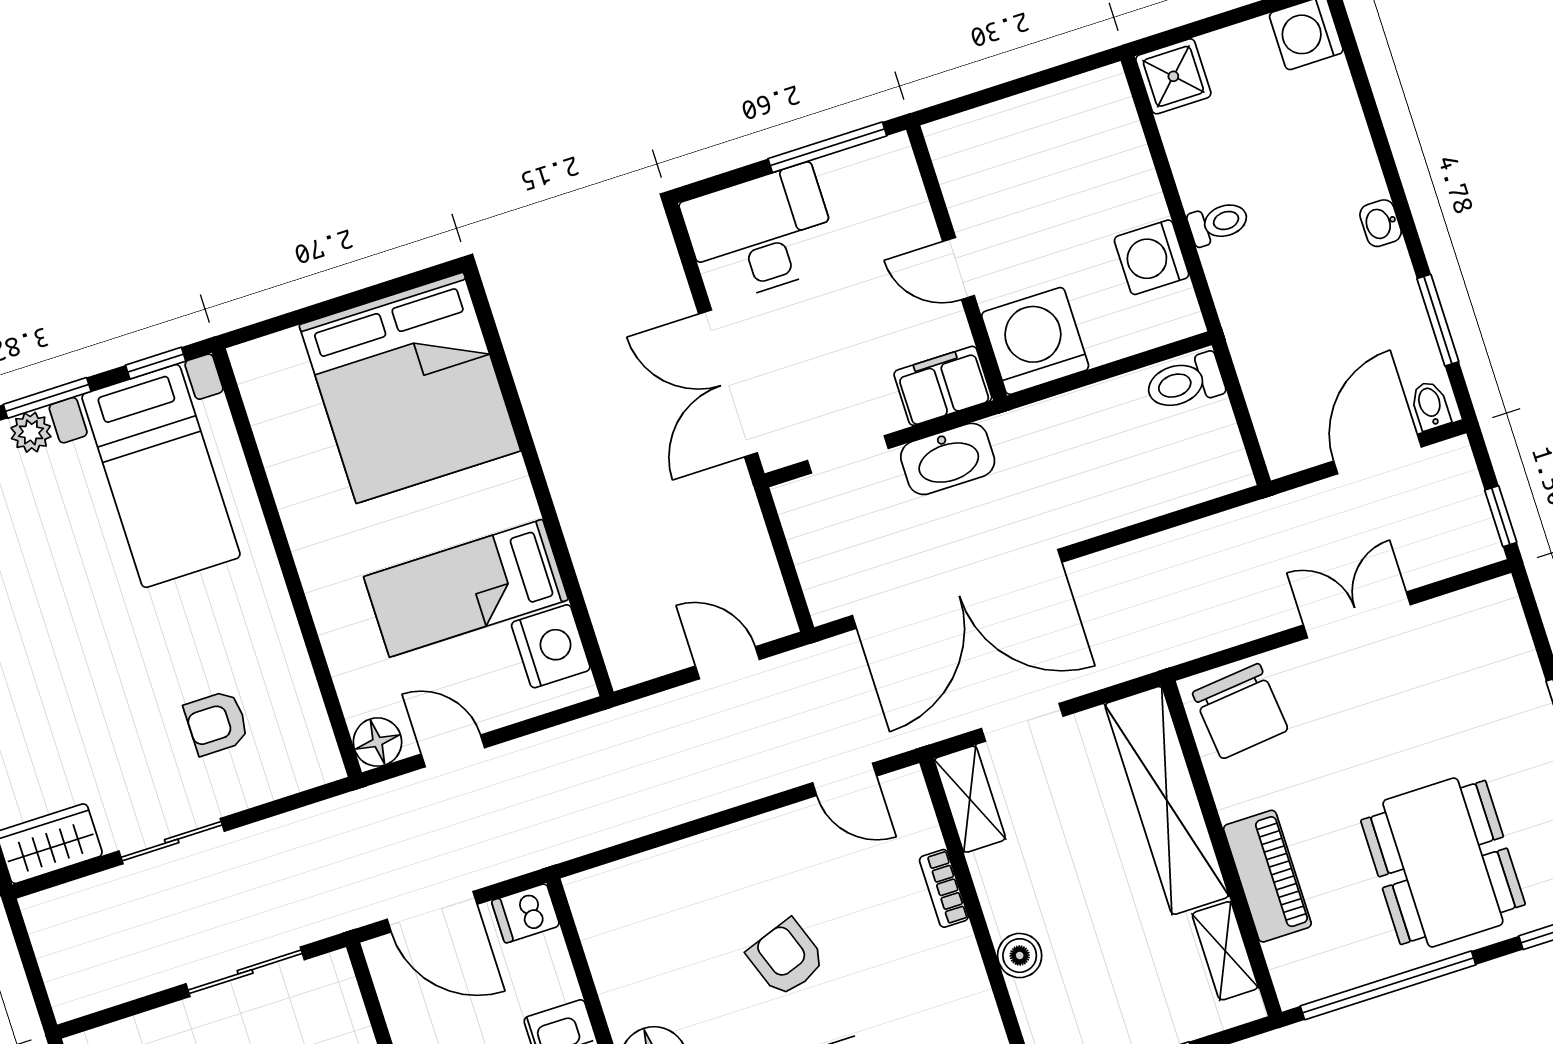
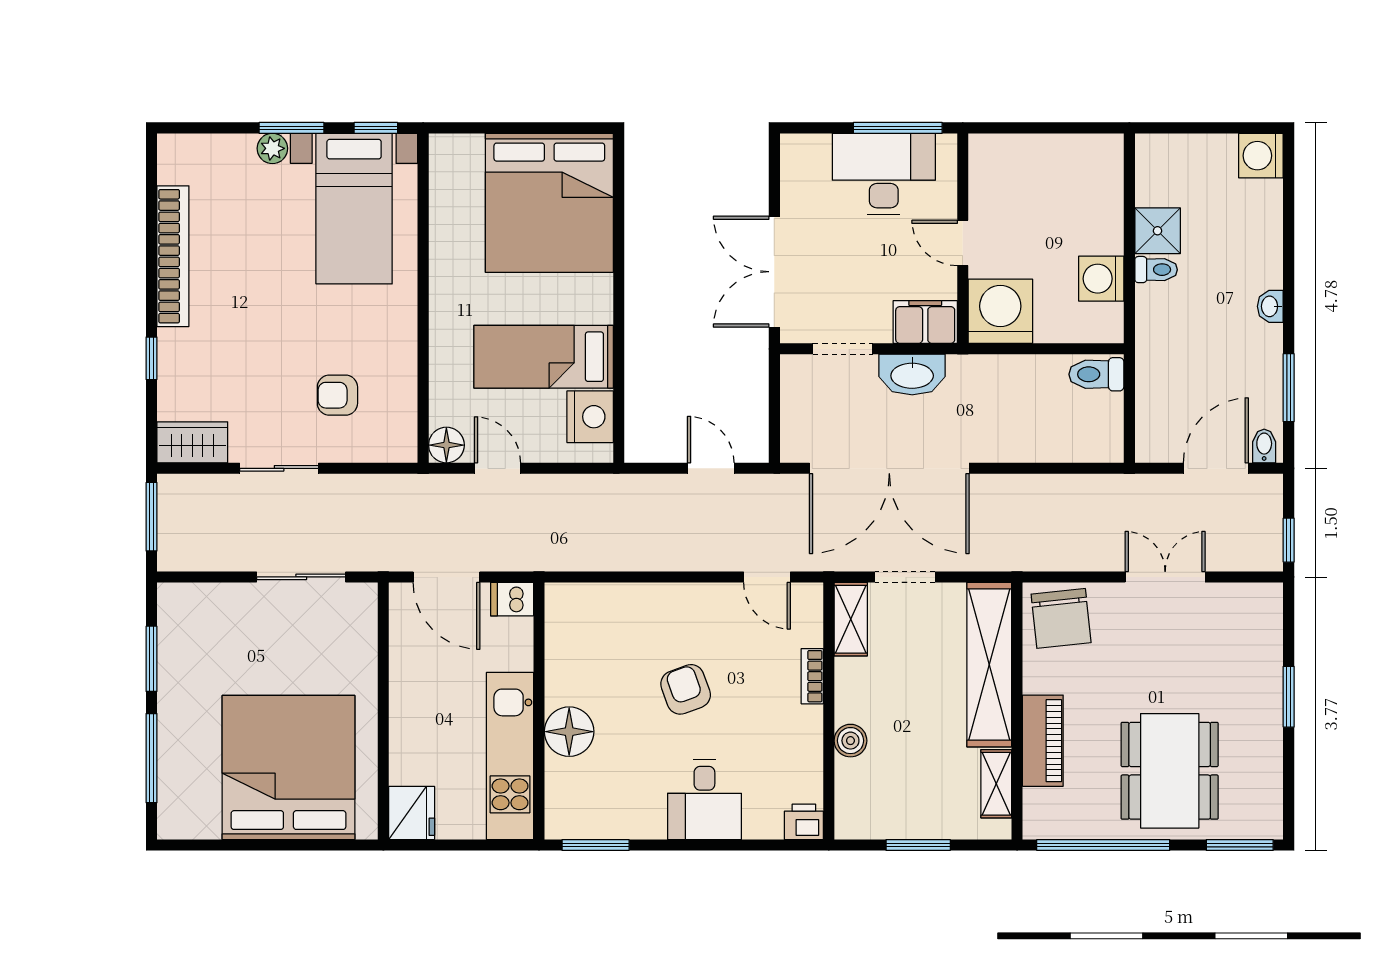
shower: (1173, 76) -> (1158, 231), moved
desk: (761, 234) -> (884, 174), moved
window: (28, 956) -> (152, 517), added

